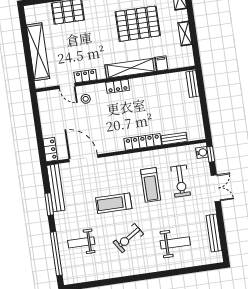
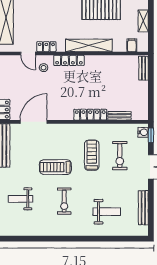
filing cabinet: (162, 63) -> (132, 45), moved
locker: (118, 86) -> (69, 60), width x1.53
door: (83, 158) -> (34, 122), hinge flipped
treadmill: (151, 185) -> (92, 155), turned 180
exercise bike: (128, 238) -> (64, 201), turned -57

